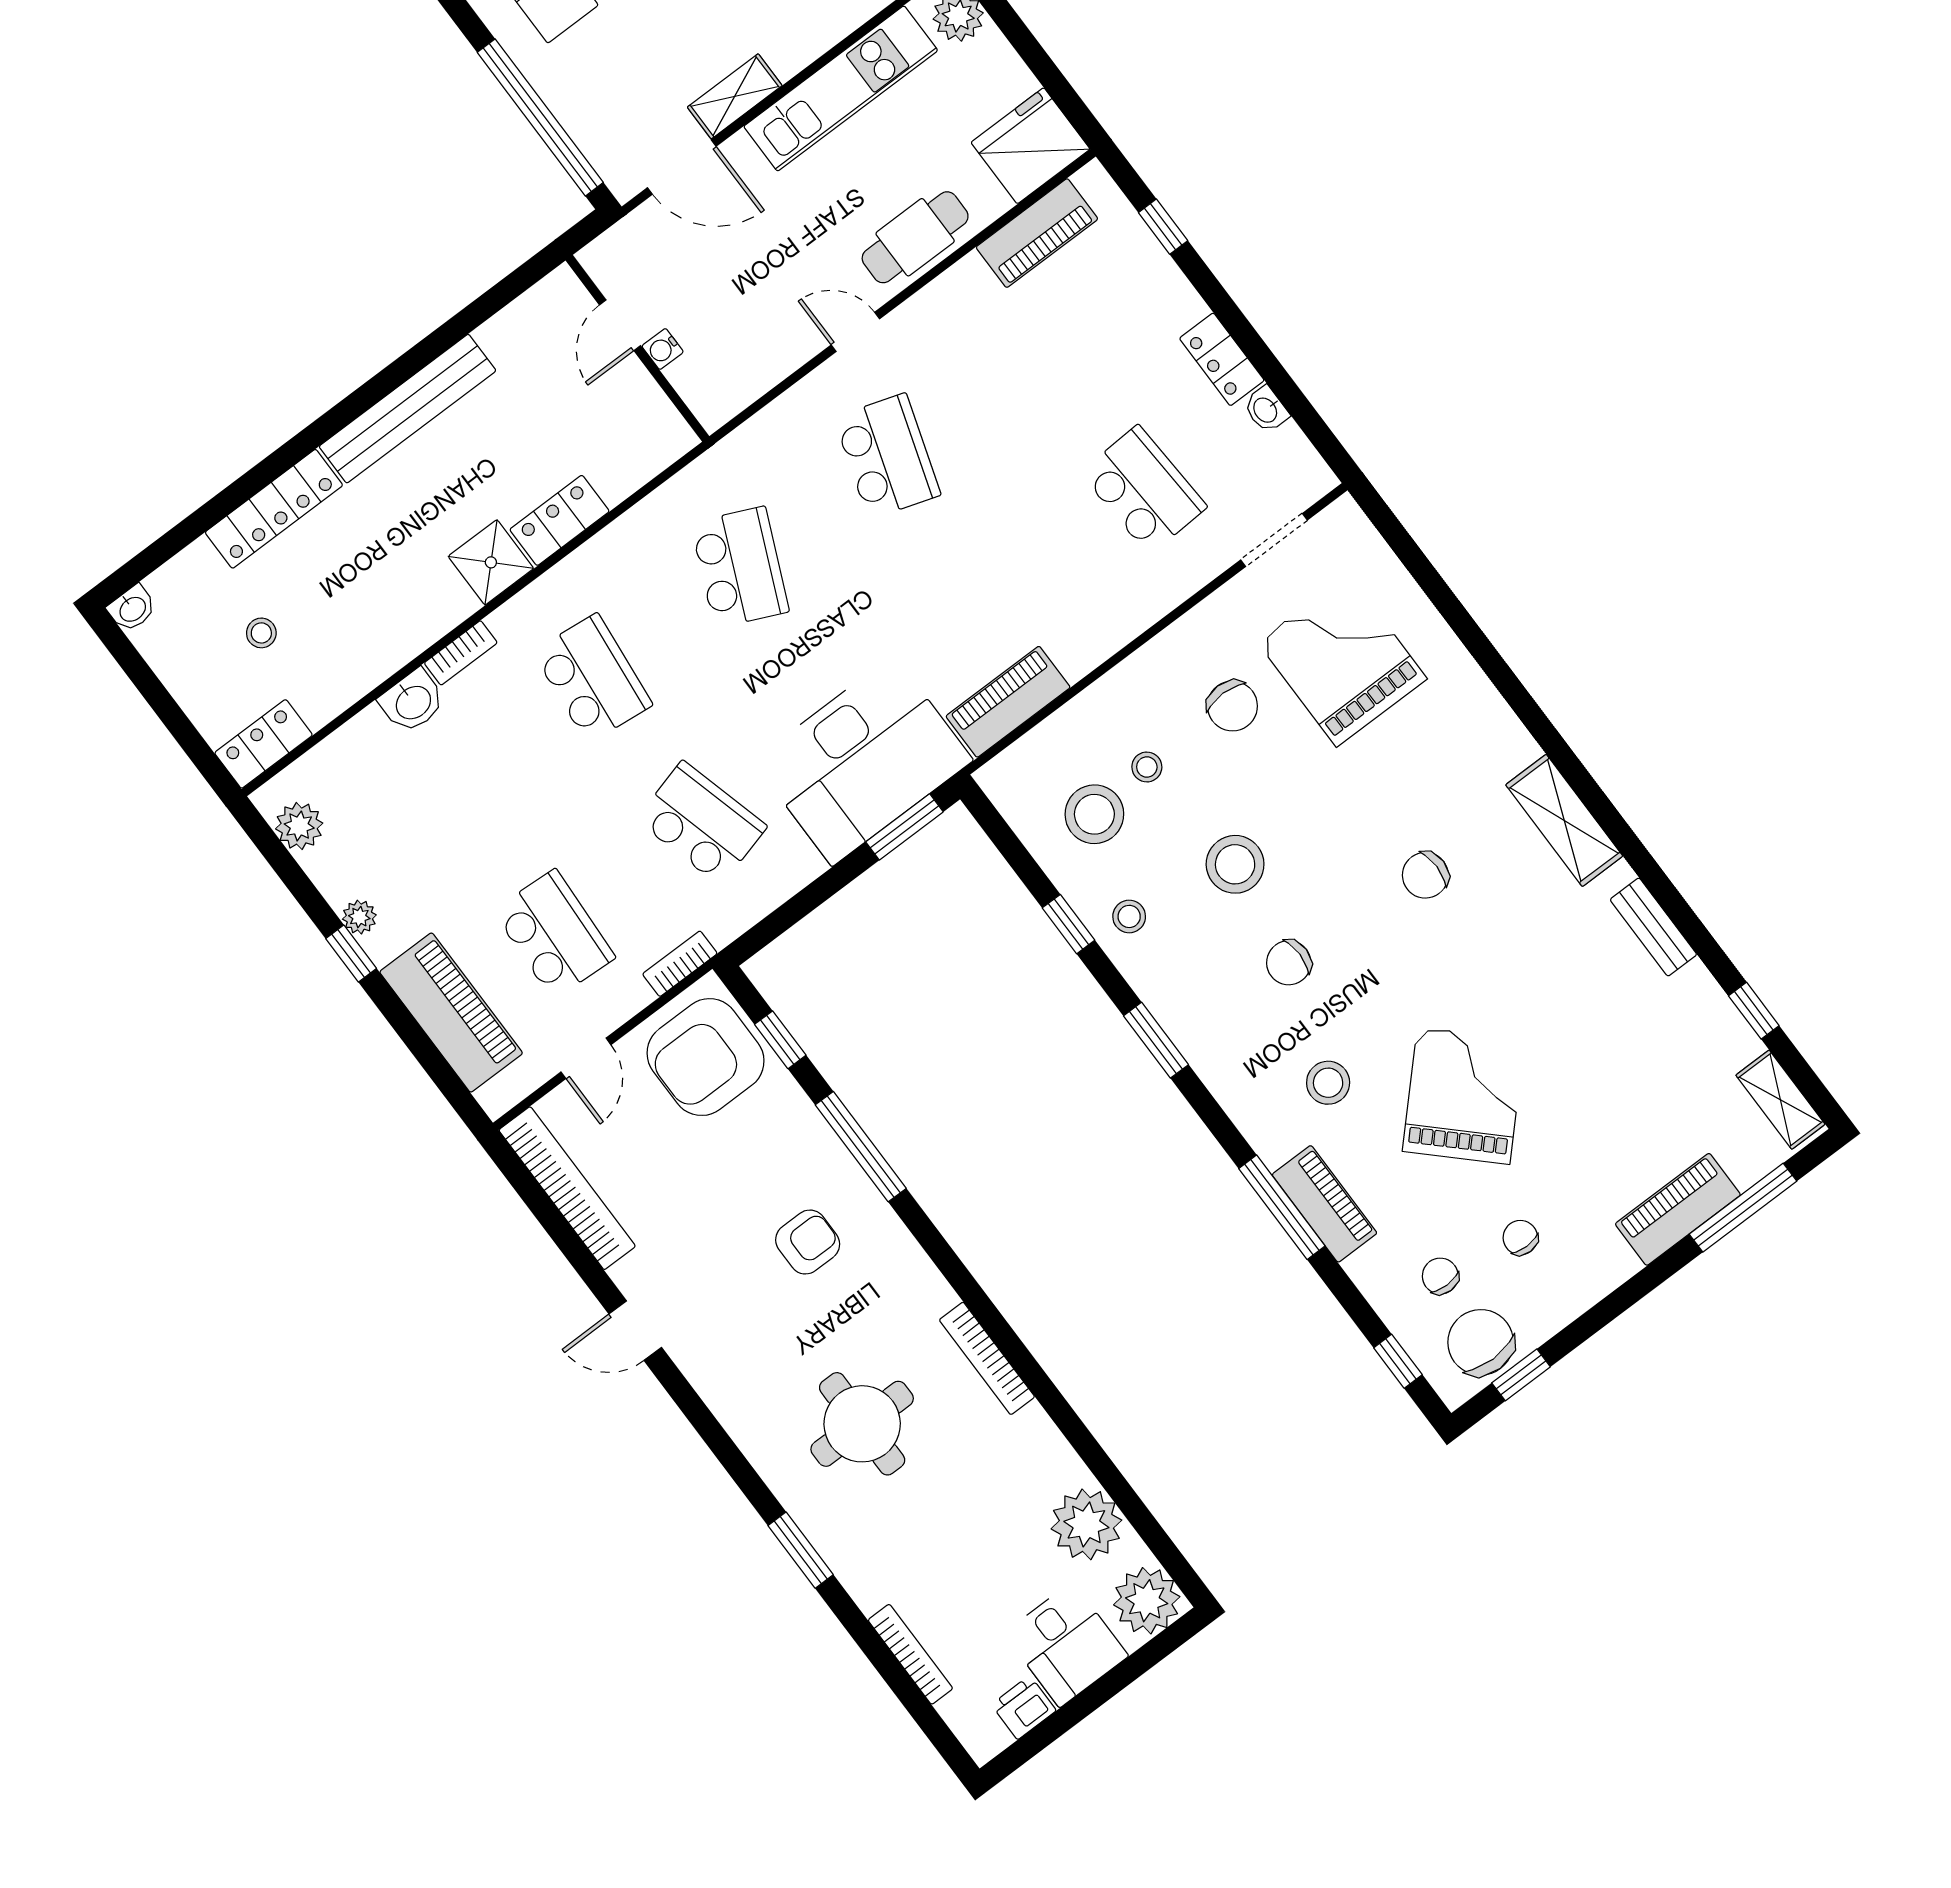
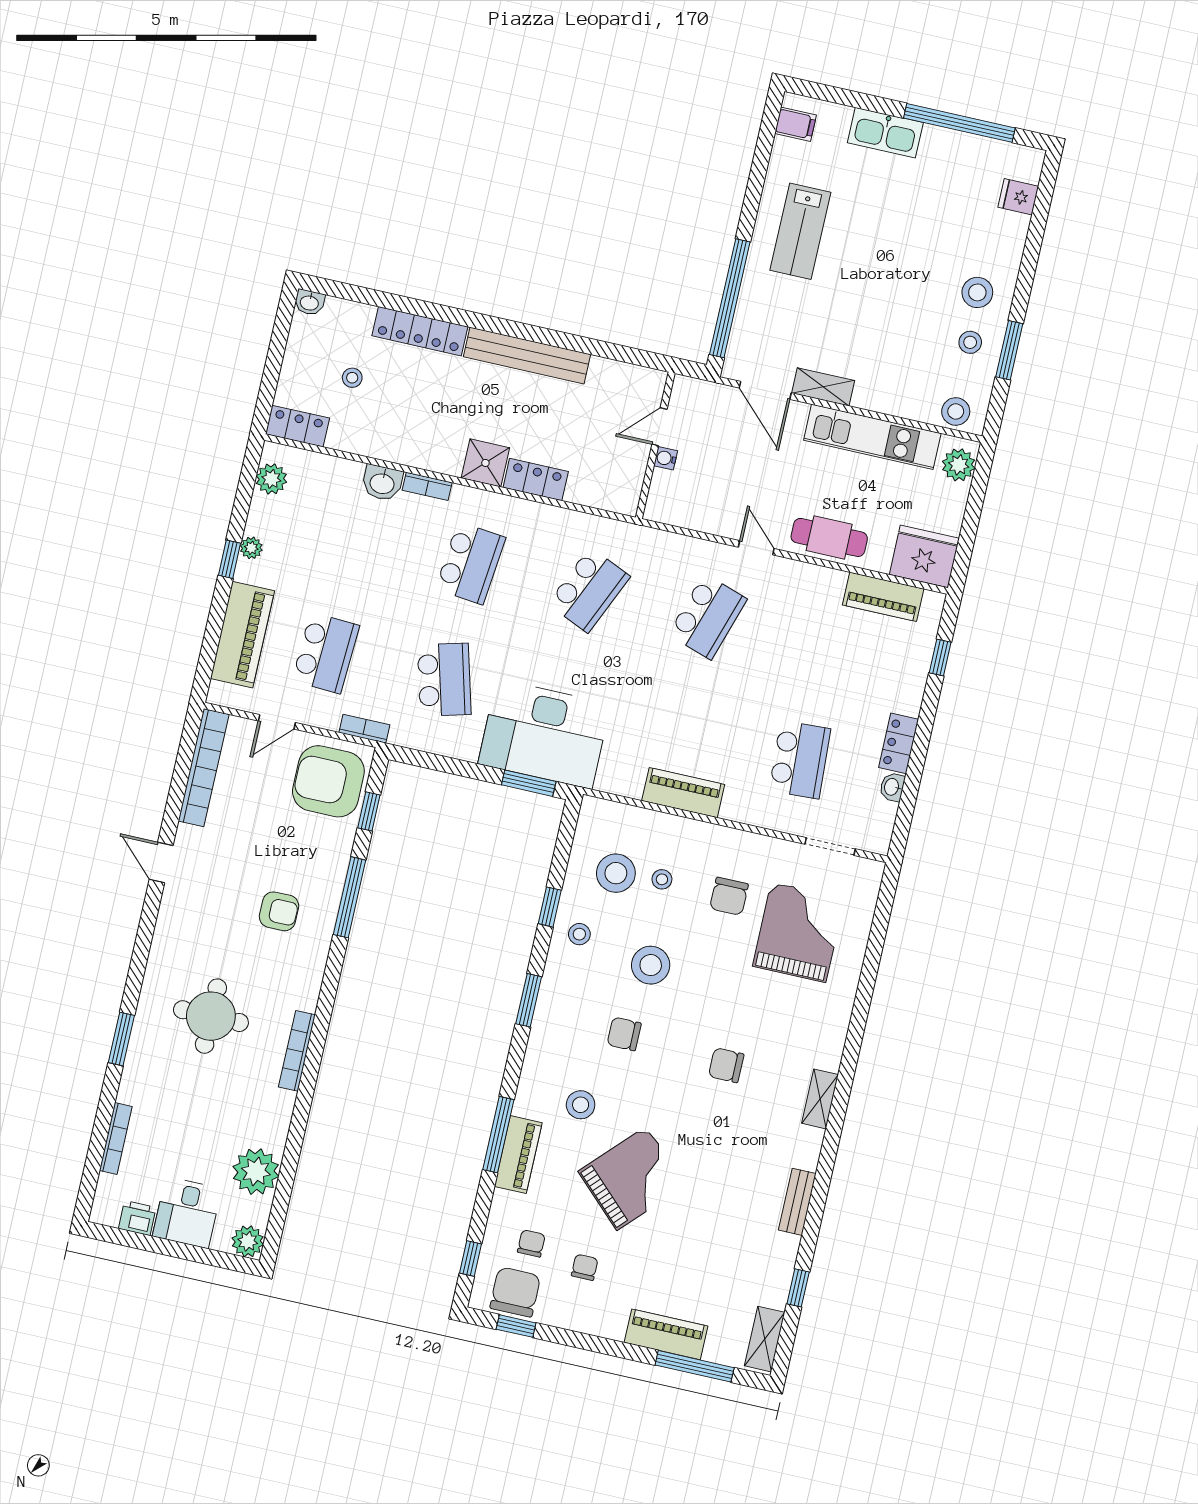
piano: (1008, 702) -> (683, 793), moved
shelving: (1564, 820) -> (820, 1099), width x0.67, depth x0.75
plant: (1147, 1601) -> (248, 1241), width x0.73, depth x0.73

